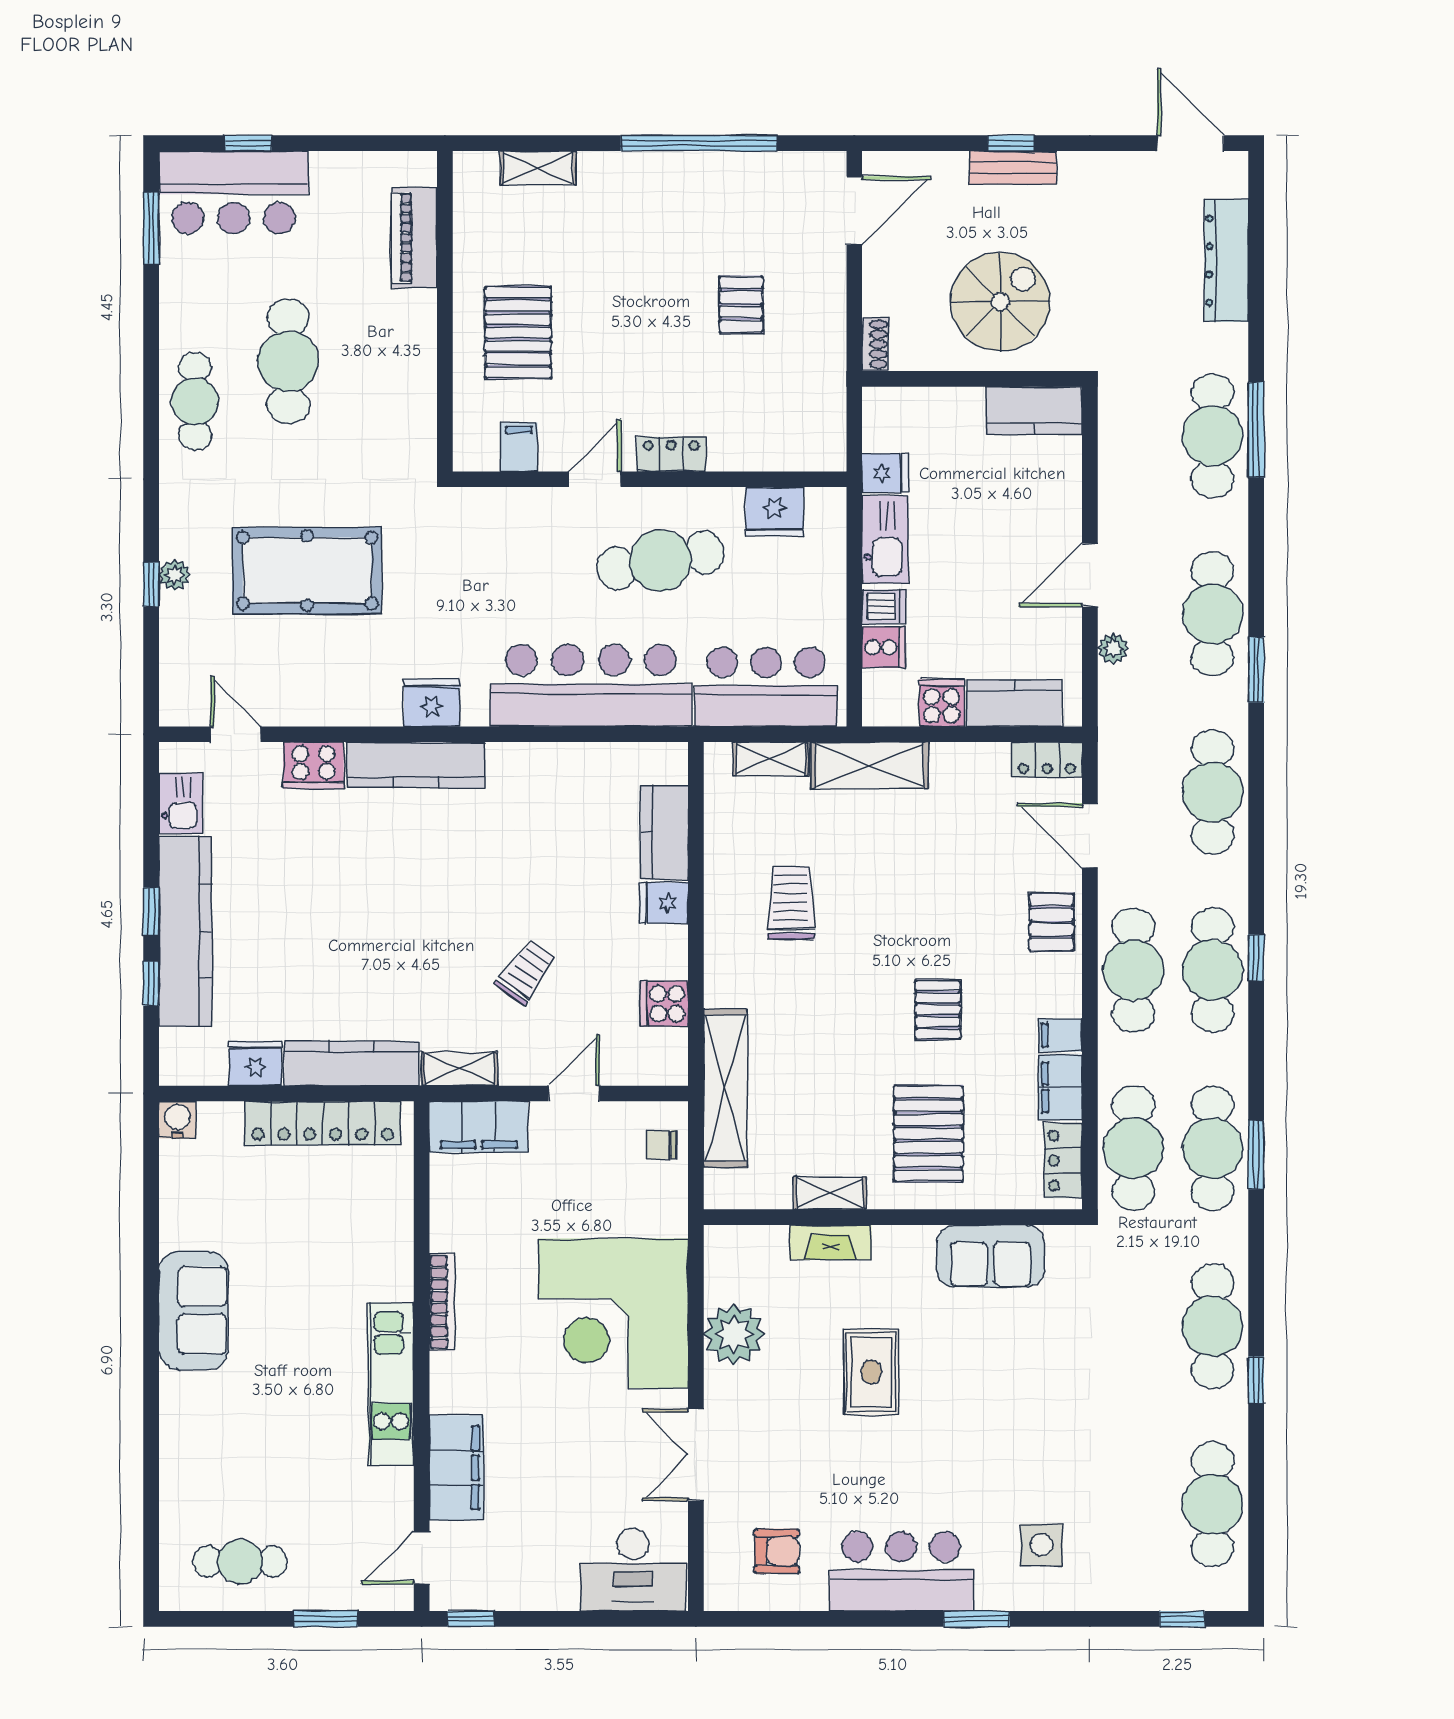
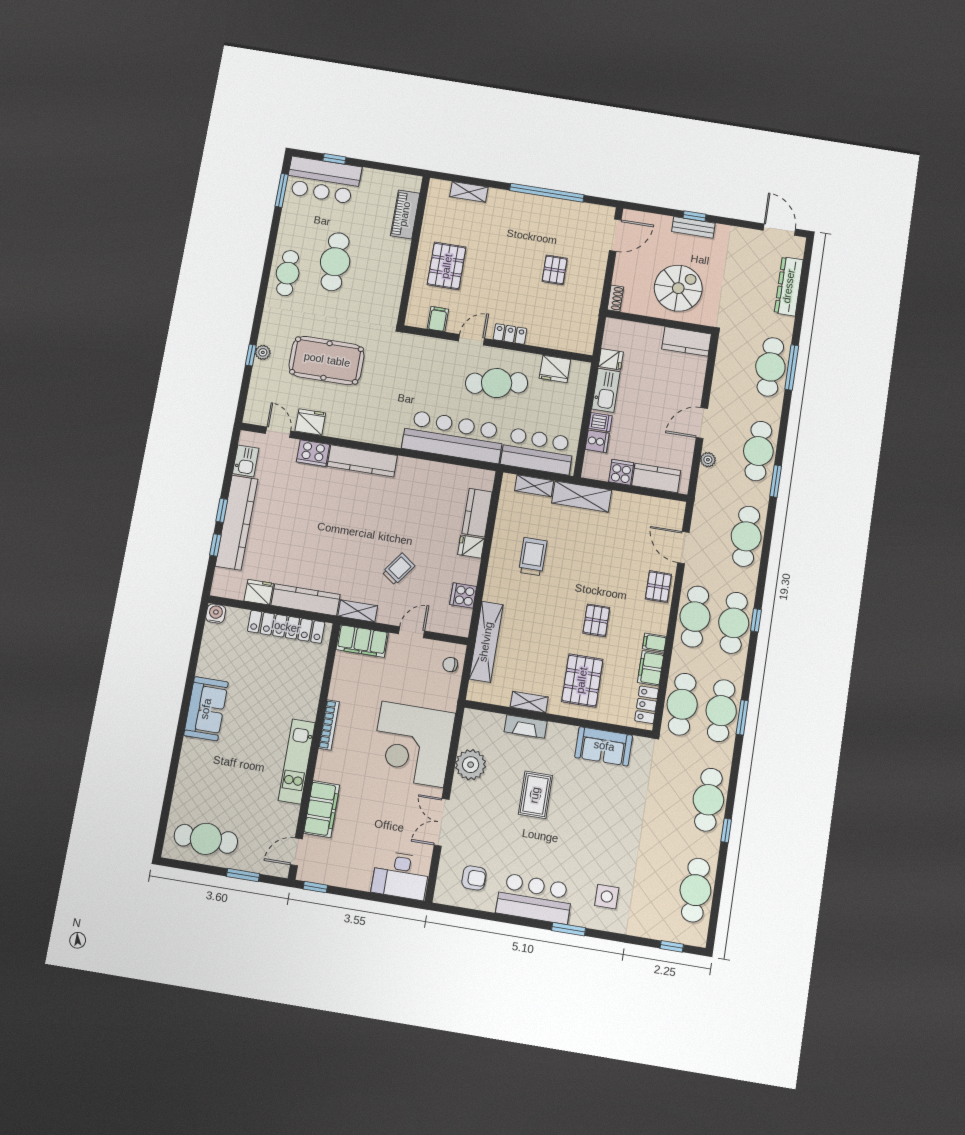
fridge: (432, 703) -> (310, 422), moved
locker: (1047, 760) -> (668, 508), removed
cafe table: (240, 1562) -> (206, 839), width x1.37, depth x1.35

